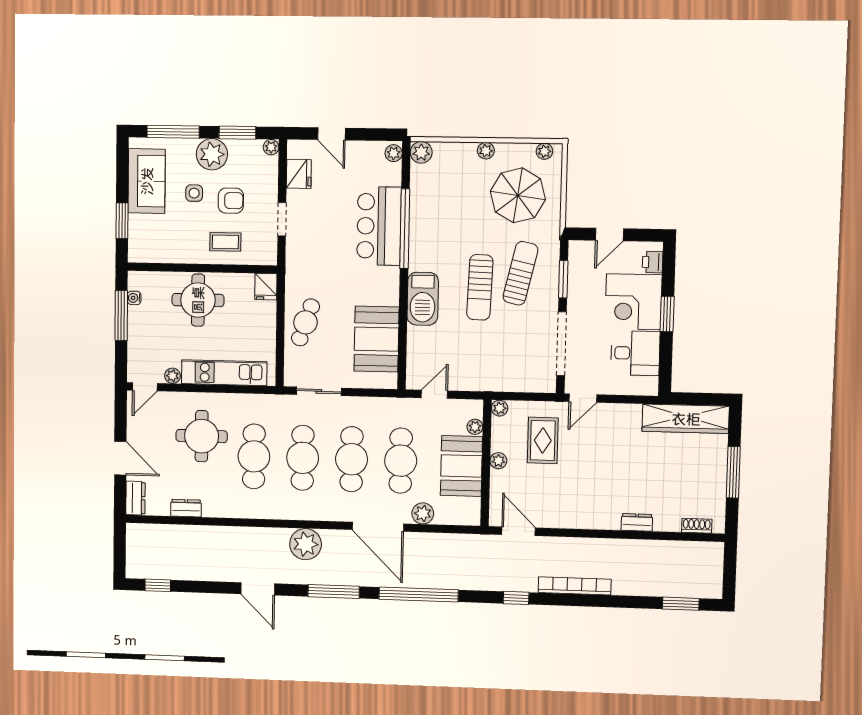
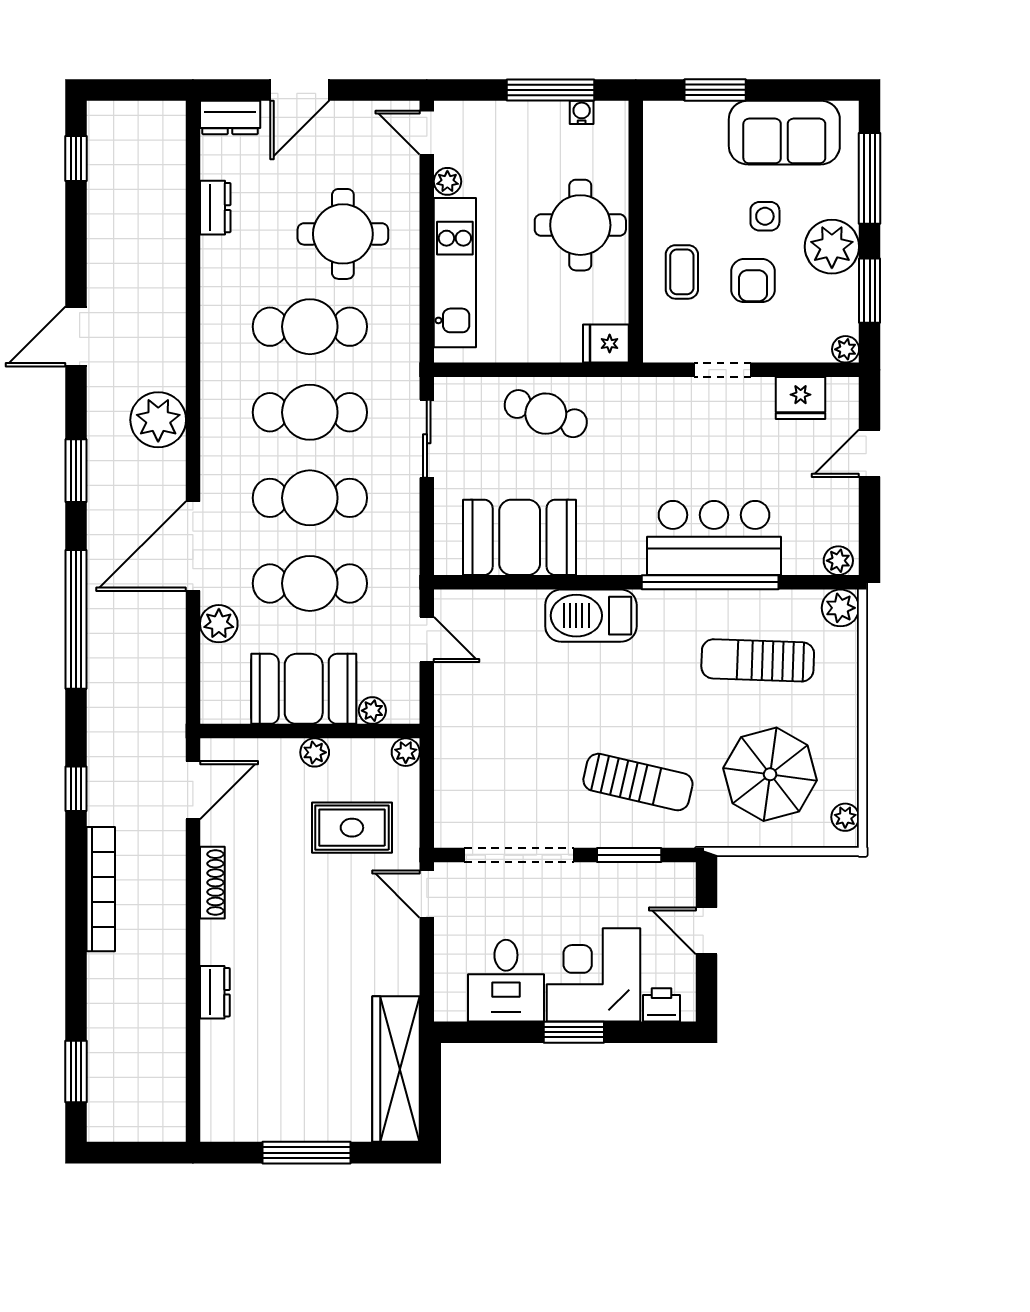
plant: (486, 151) -> (845, 718), removed
sun lounger: (480, 287) -> (758, 660), moved
shoe rack: (697, 526) -> (212, 883), moved, width x1.43
window: (334, 592) -> (76, 471), width x0.69

